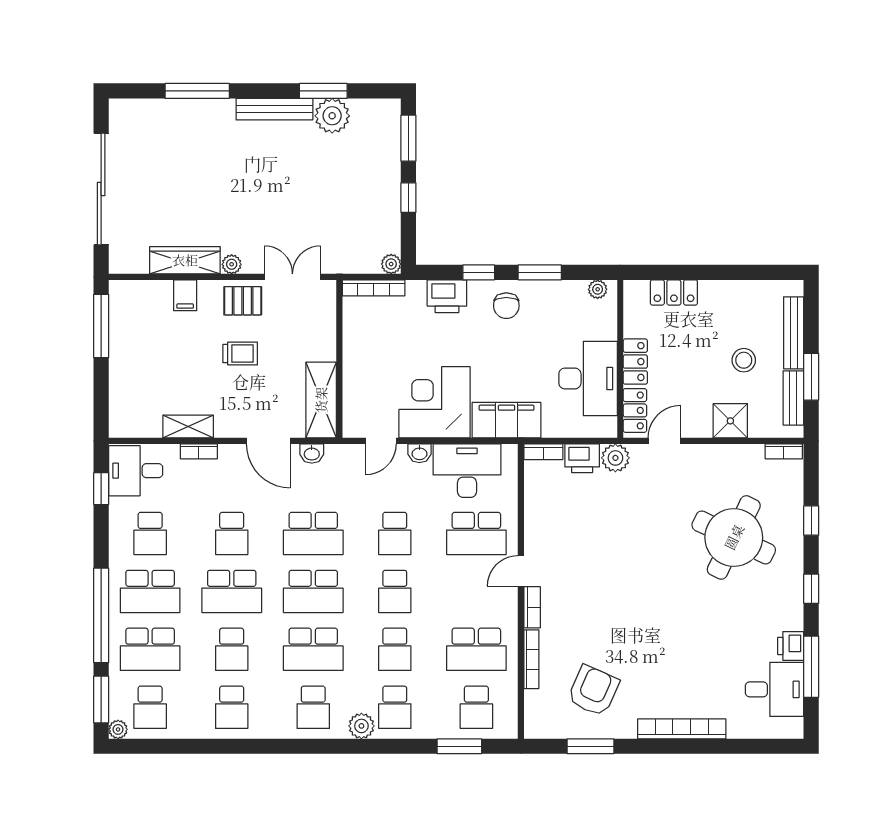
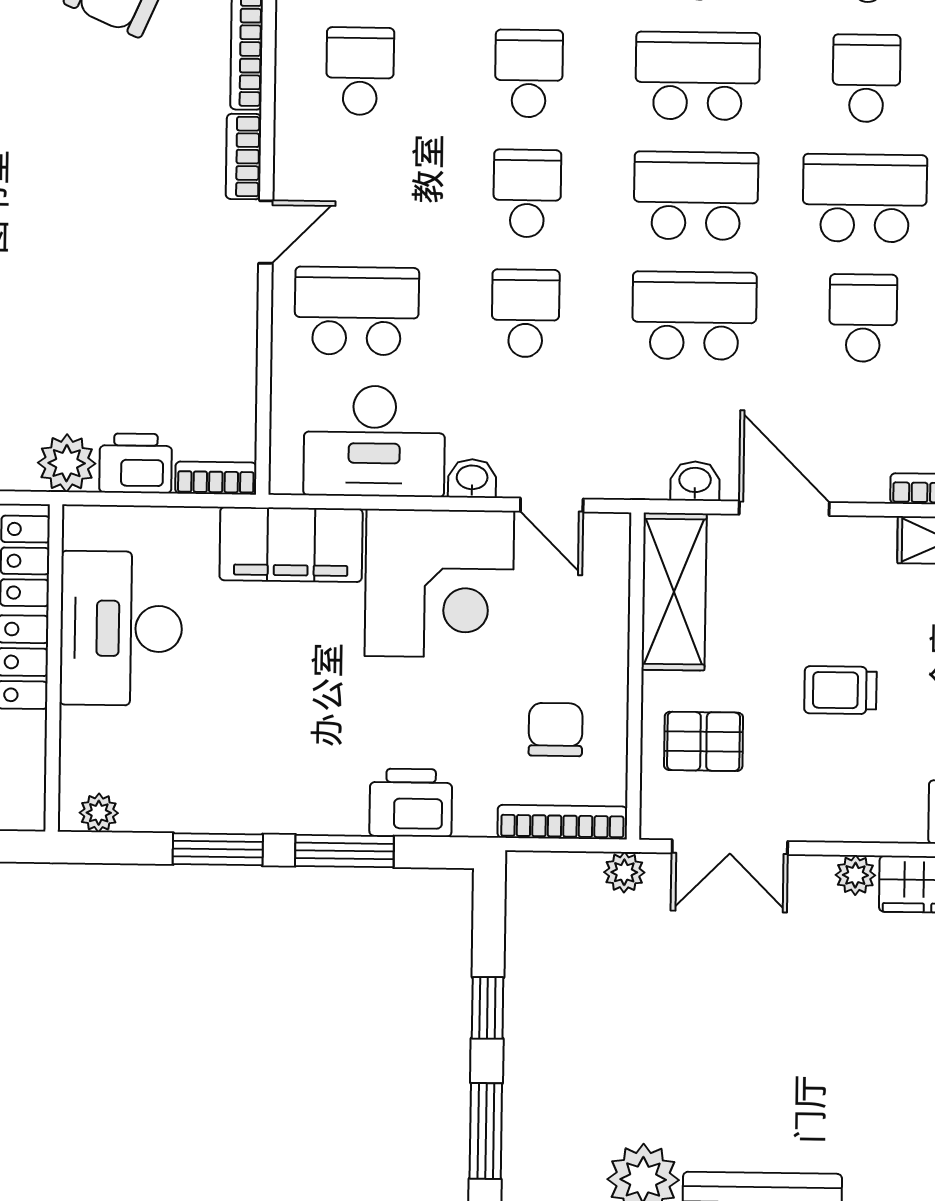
plant: (391, 264) -> (624, 872), moved
window: (479, 272) -> (344, 851), width x1.50
pallet: (243, 301) -> (704, 741), moved
chair: (506, 306) -> (556, 730), moved
door: (381, 441) -> (552, 505), swing flipped
school desk: (476, 649) -> (360, 71), width x0.54

